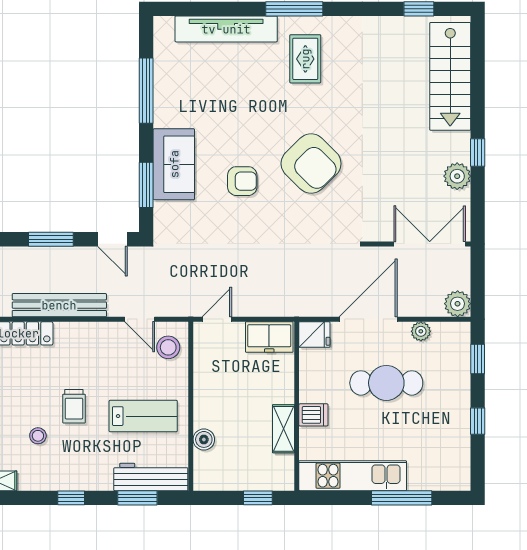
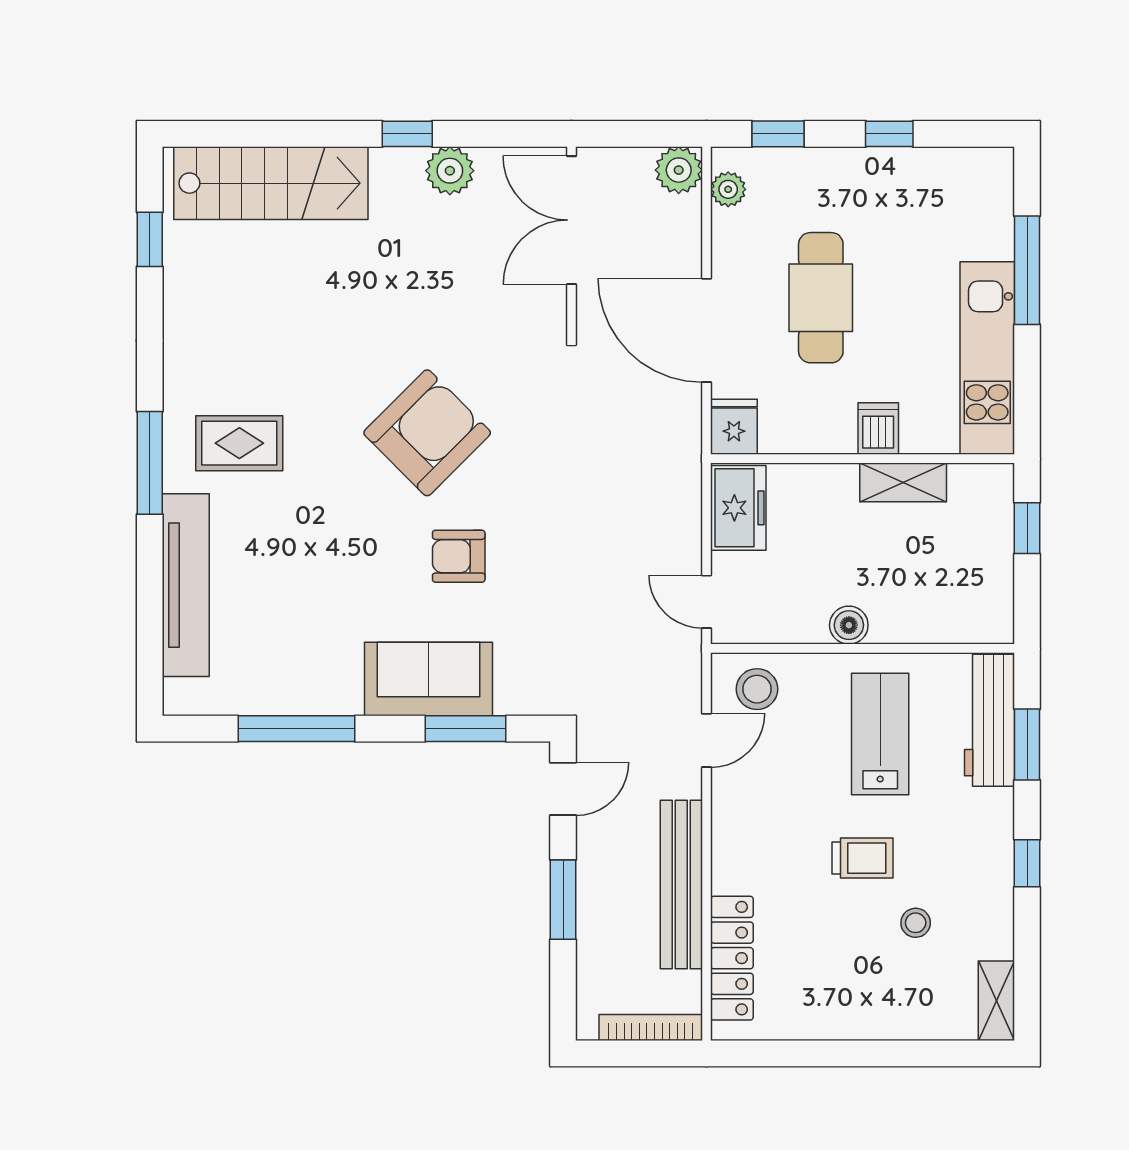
armchair: (242, 181) -> (459, 556), turned -90
plant: (421, 331) -> (728, 189), moved
boiler: (204, 439) -> (849, 625), moved

